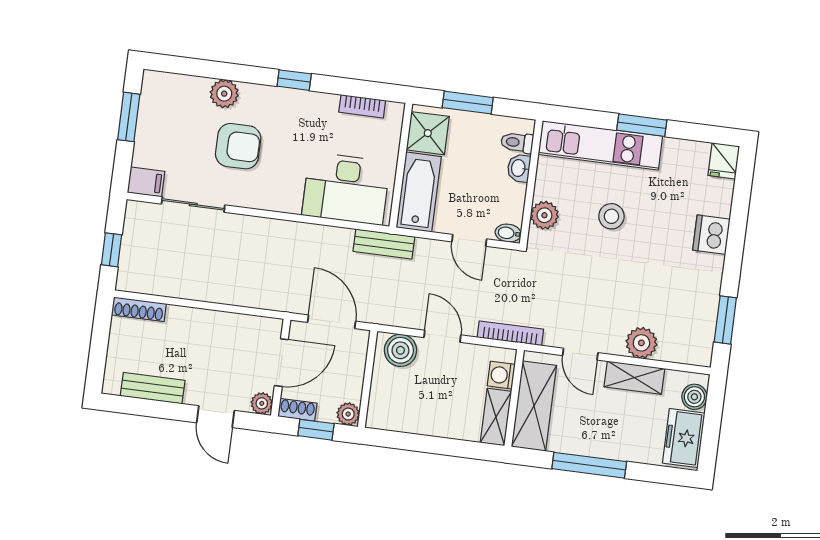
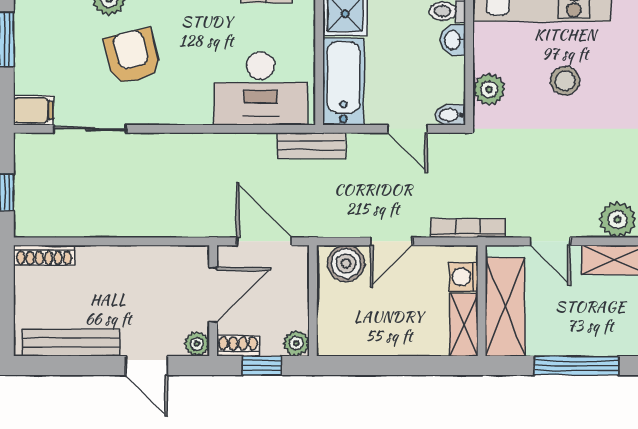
armchair: (238, 146) -> (132, 56), turned -104
door: (442, 336) -> (391, 241), swing flipped
bench: (153, 388) -> (71, 343), width x1.36

